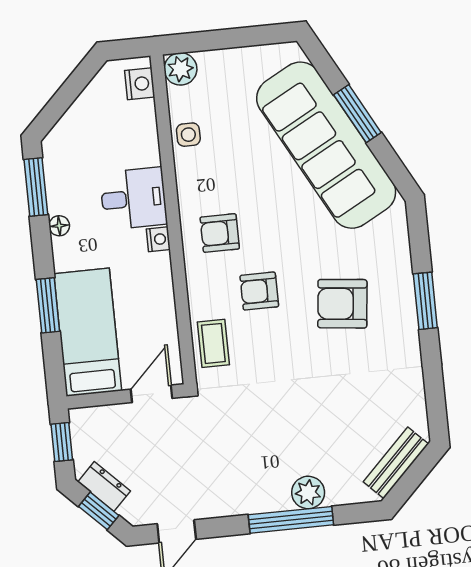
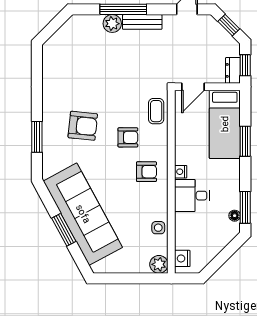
floor lamp: (59, 226) -> (235, 216), moved
window: (425, 301) -> (37, 137), moved
bench: (396, 463) -> (142, 22), moved, turned 45
dresser: (104, 487) -> (233, 70), moved, turned 45

